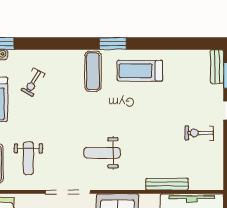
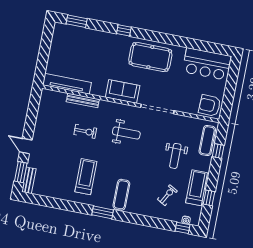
treadmill: (140, 71) -> (86, 177), moved, turned -90
exercise bike: (199, 133) -> (85, 131), moved
weight bench: (28, 158) -> (175, 156), moved, turned 180

